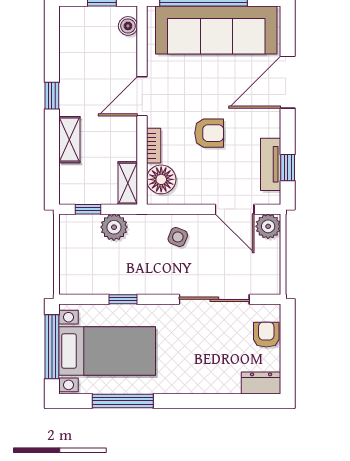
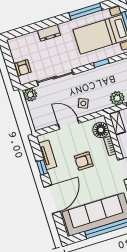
window: (288, 168) -> (42, 167), moved
door: (235, 209) -> (68, 123), moved
plant: (268, 226) -> (30, 95), moved
dresser: (261, 383) -> (49, 33), moved

